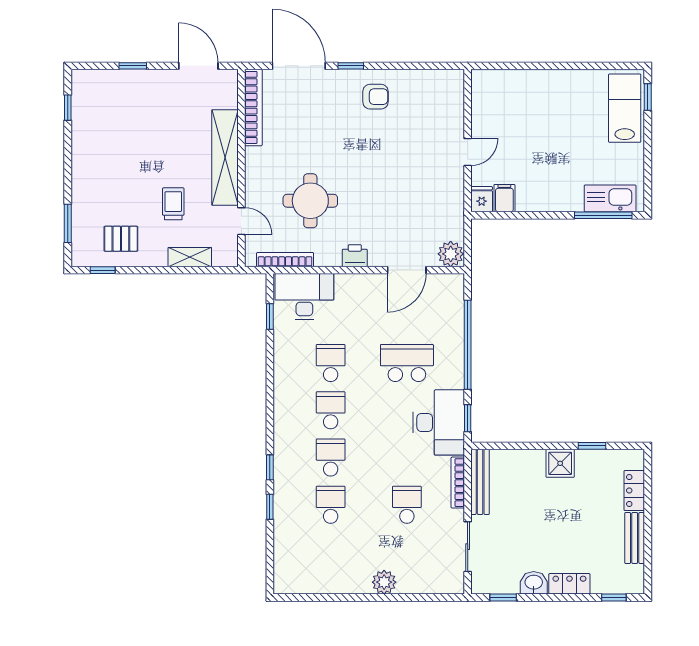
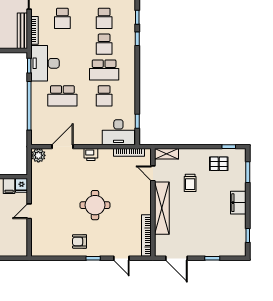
door: (299, 66) -> (121, 258), width x0.53
filing cabinet: (85, 168) -> (238, 203), added
round table: (310, 201) -> (95, 205), moved
shelving: (190, 257) -> (167, 154), moved
school desk: (331, 410) -> (104, 70), width x1.85

